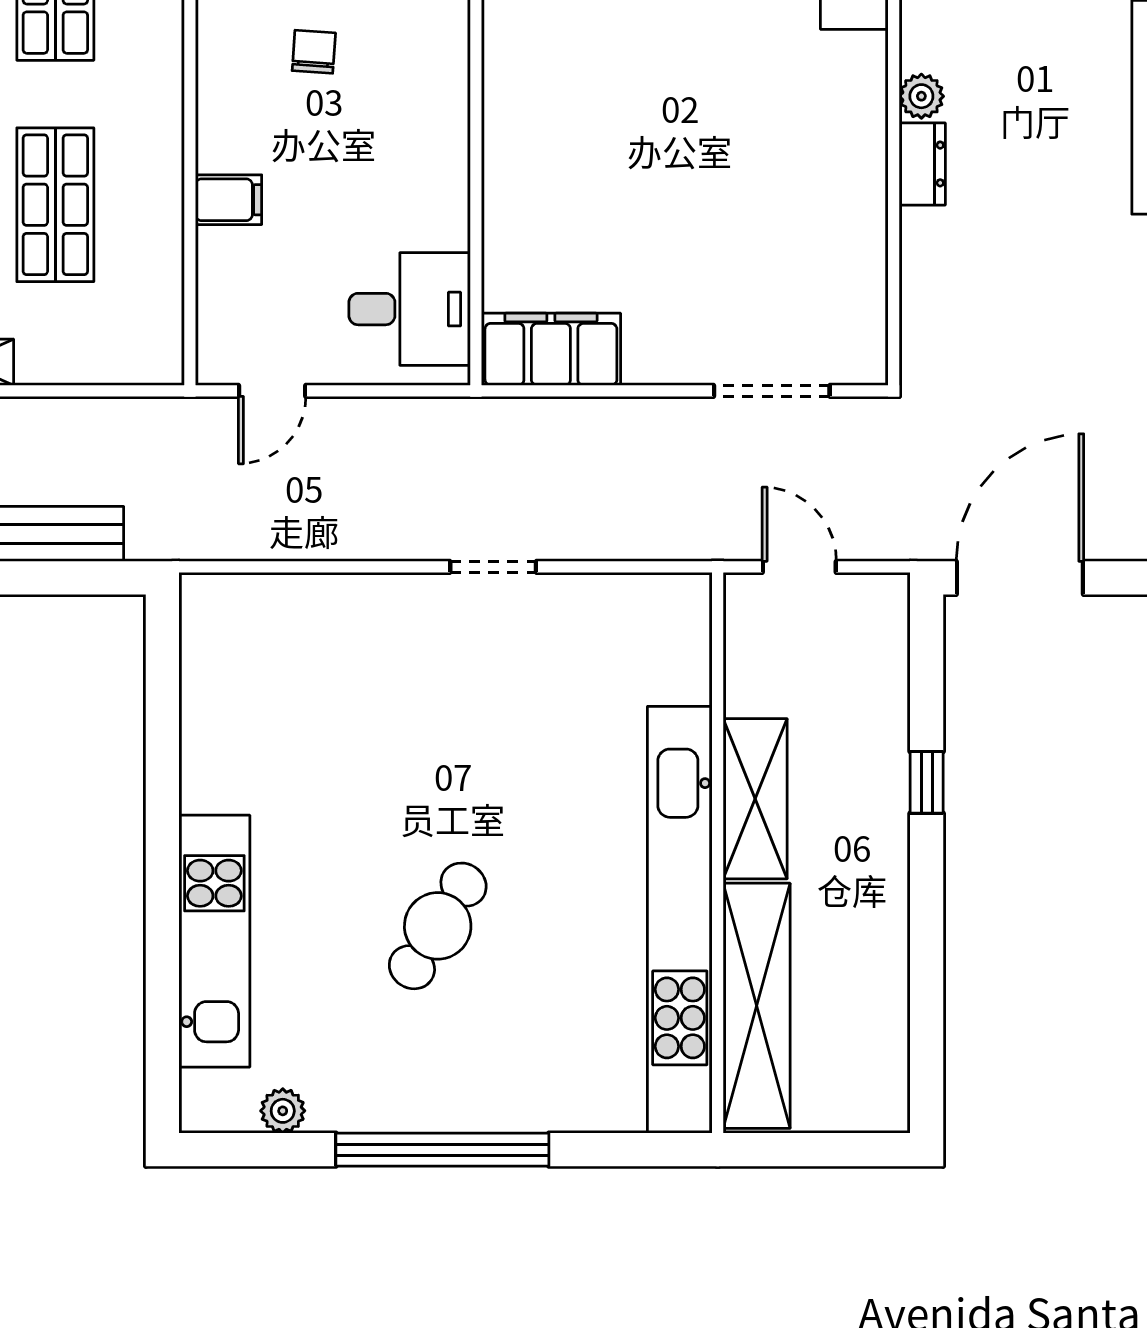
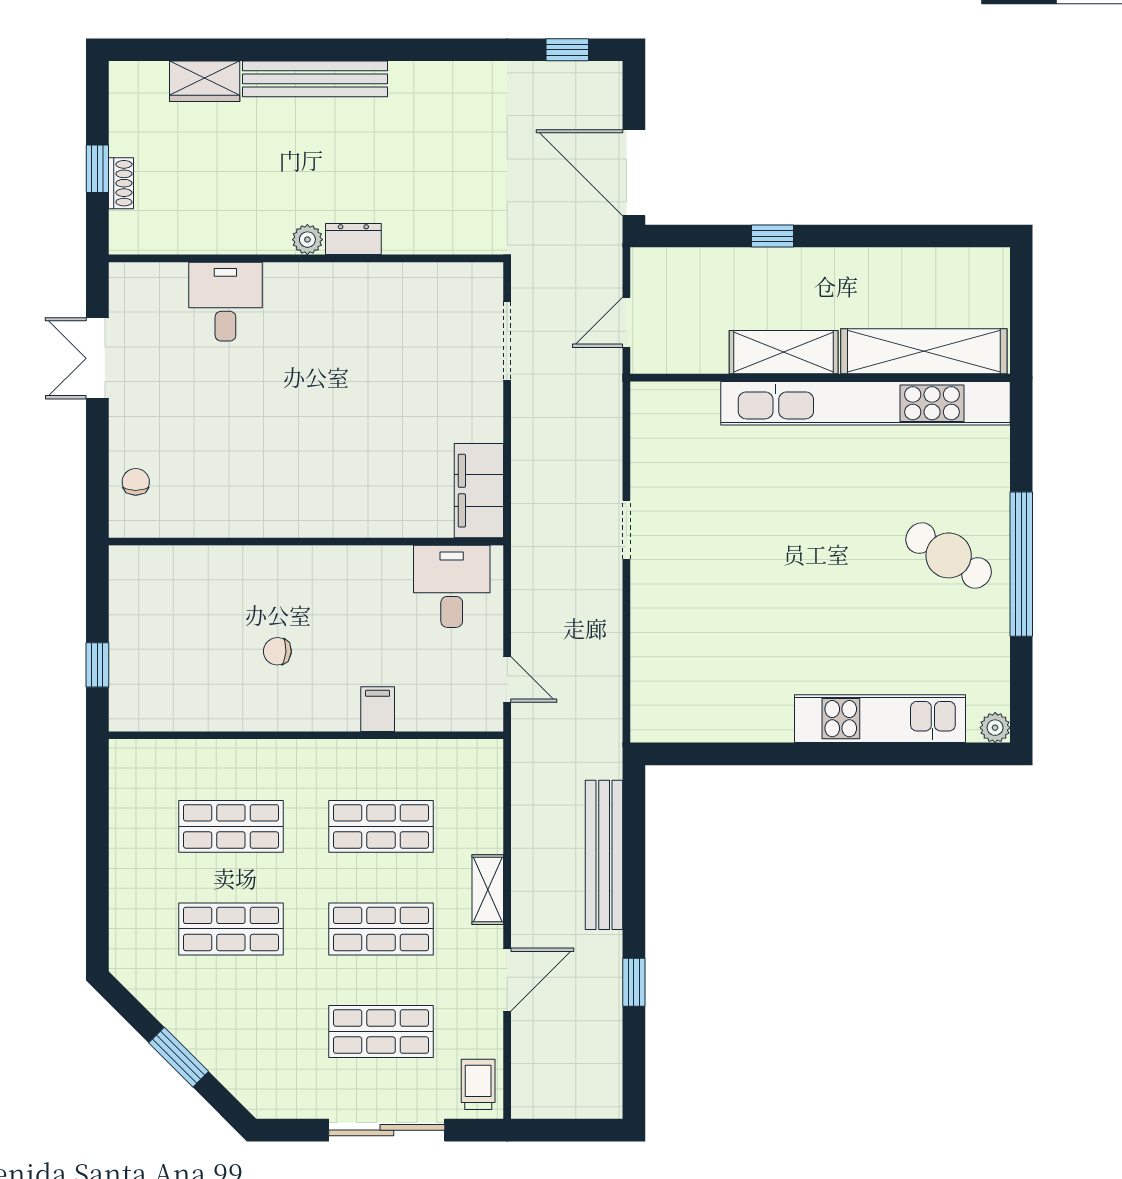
cafe table: (438, 926) -> (949, 555), moved
plant: (283, 1111) -> (995, 728), moved

